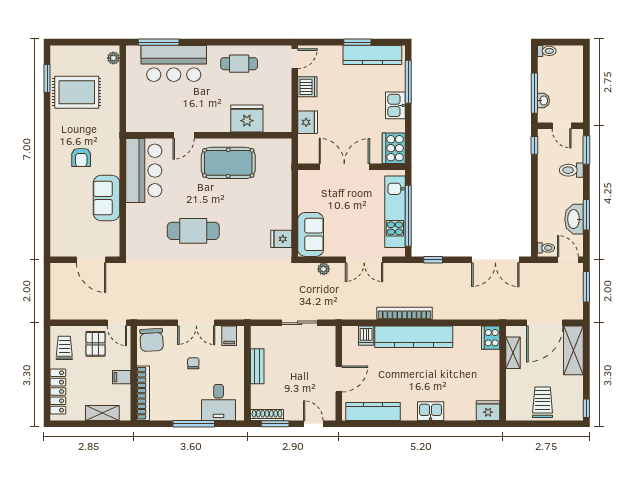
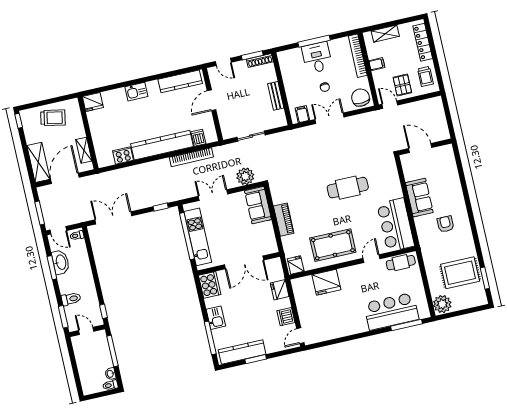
plant: (113, 58) -> (442, 304), width x1.88, depth x1.88
cafe table: (239, 64) -> (401, 263), moved
washbasin: (543, 100) -> (110, 374), moved
piano: (283, 209) -> (284, 220), added
fridge: (281, 239) -> (296, 265), moved, turned -90
plant: (324, 269) -> (245, 176), width x1.87, depth x1.87
bookcase: (404, 313) -> (191, 157), moved
cooker: (491, 338) -> (123, 155), moved, turned -90
desk: (219, 402) -> (317, 58), moved
trolley: (543, 402) -> (53, 118), turned -79

